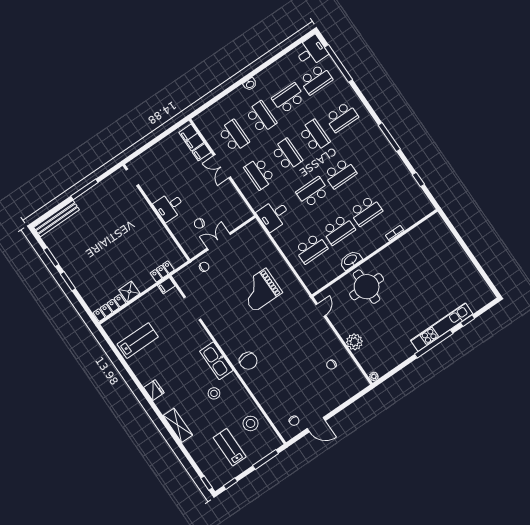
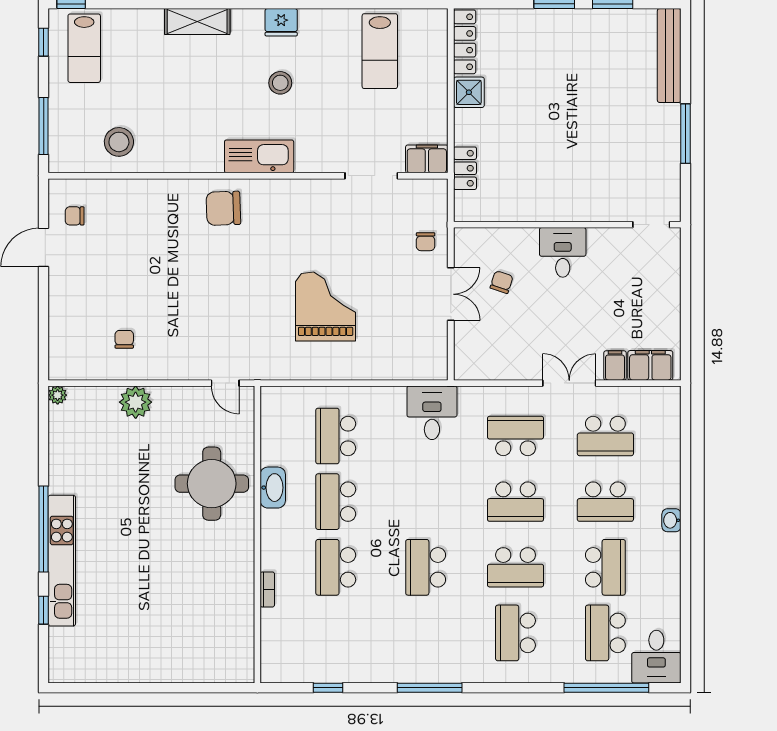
school desk: (313, 192) -> (426, 502), removed
filing cabinet: (166, 286) -> (427, 159), width x2.00
stool: (214, 393) -> (280, 83), moved
lab bench: (230, 447) -> (84, 48), moved, turned 90

